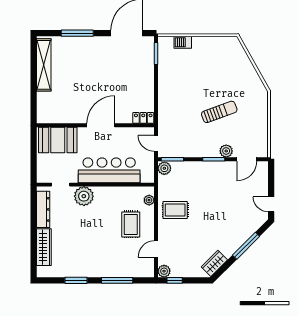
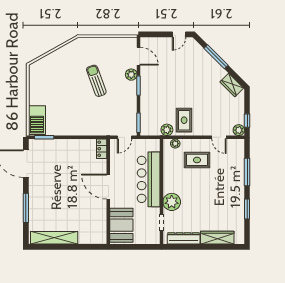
barbecue: (183, 42) -> (37, 120), width x1.88, depth x1.53
plant: (164, 168) -> (167, 130), moved

